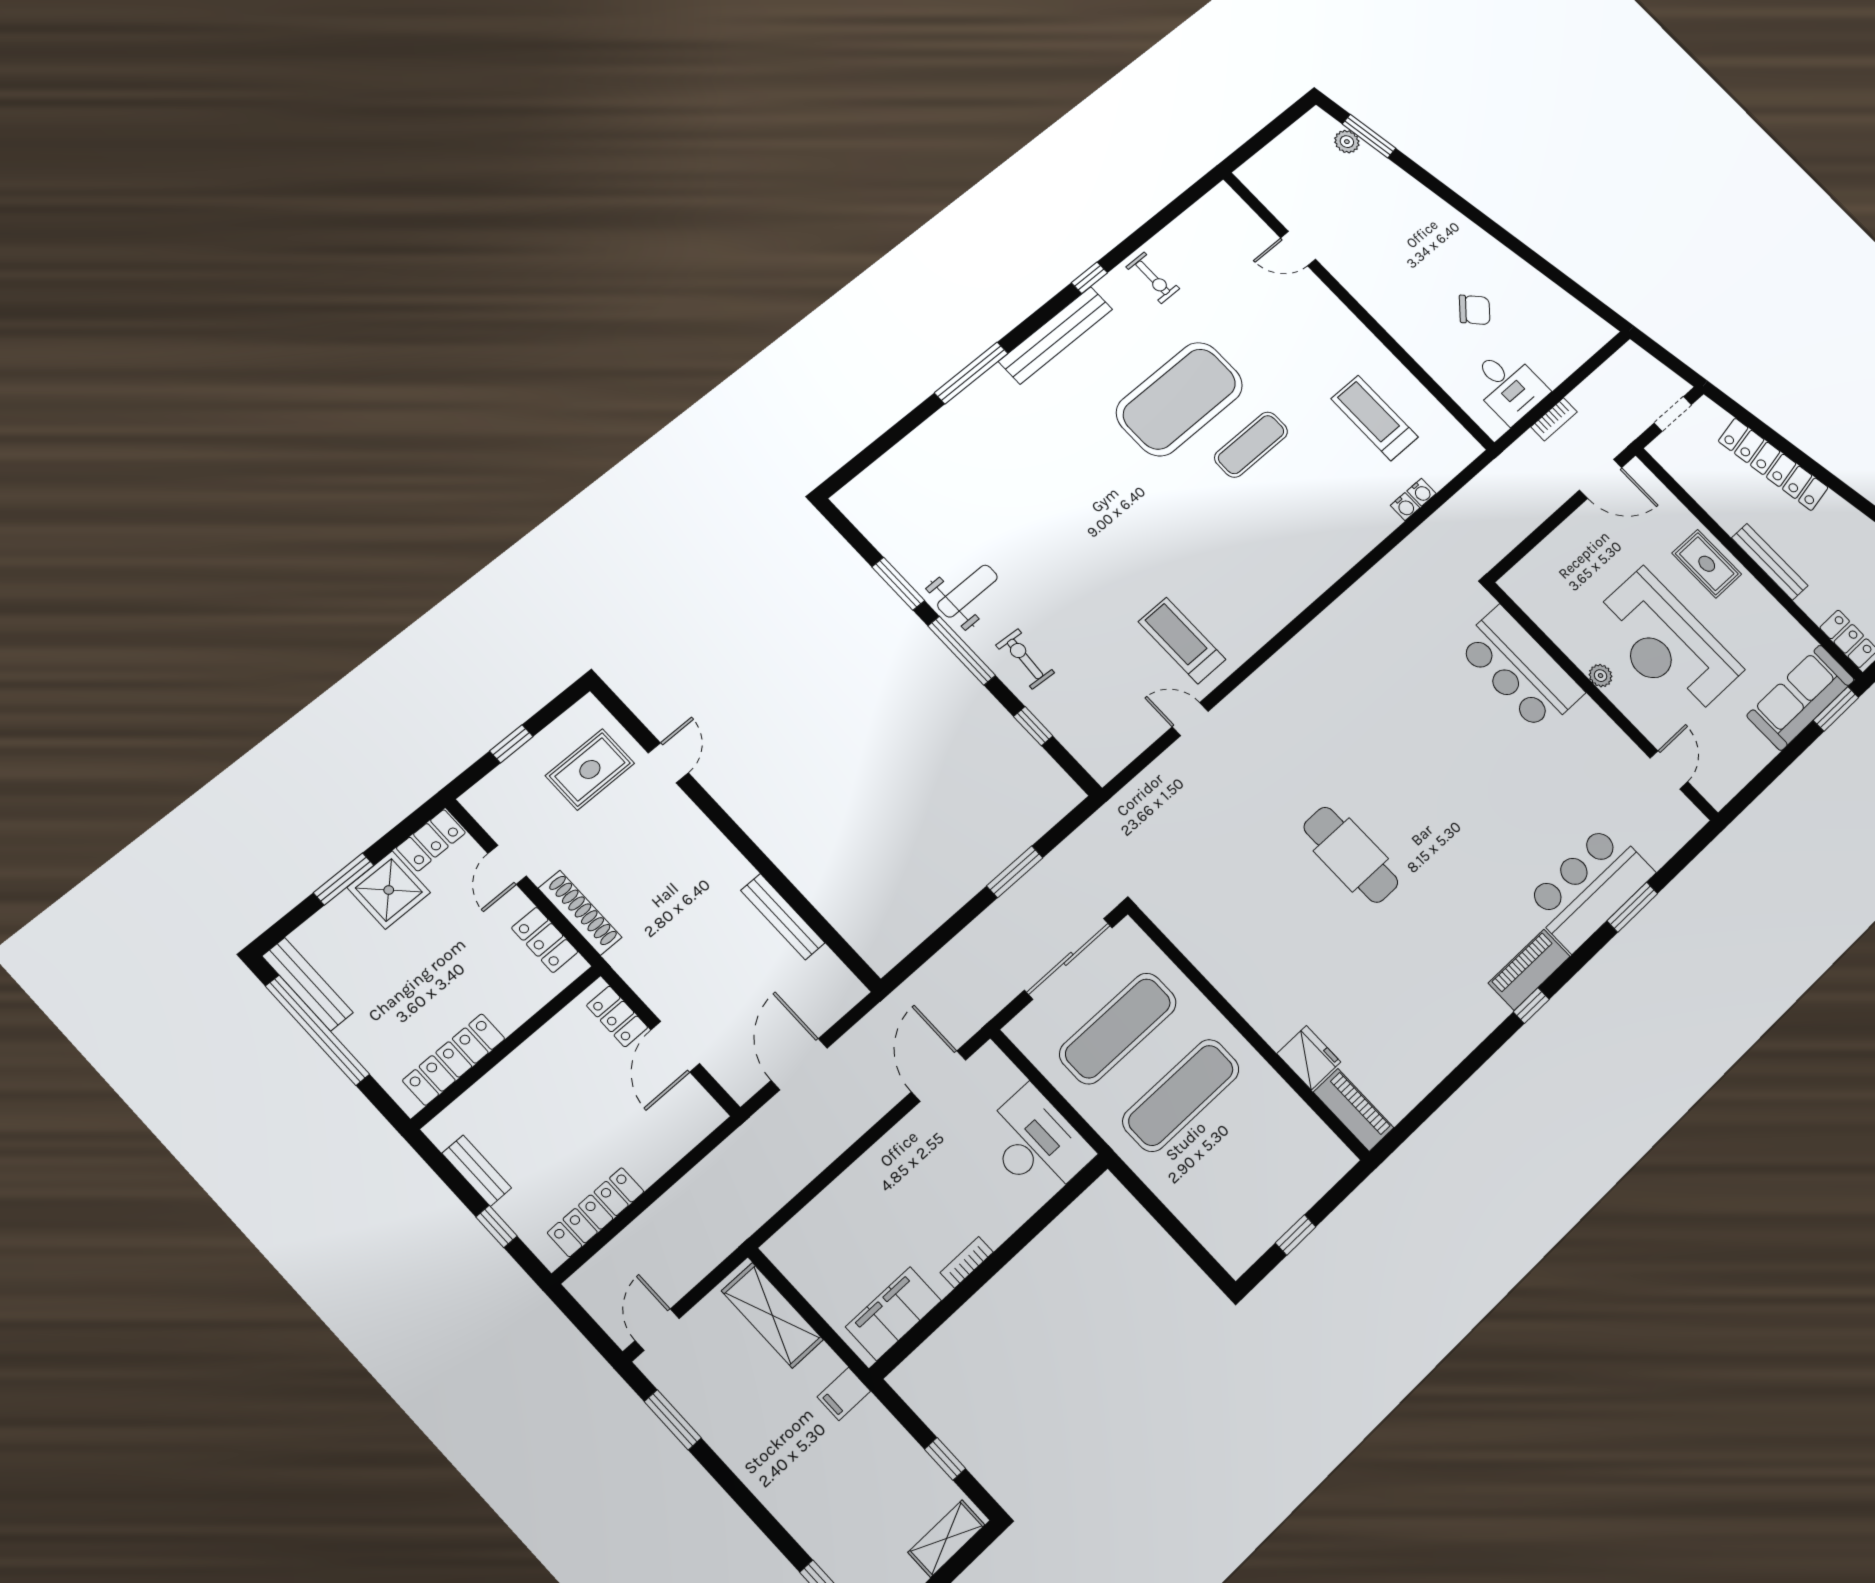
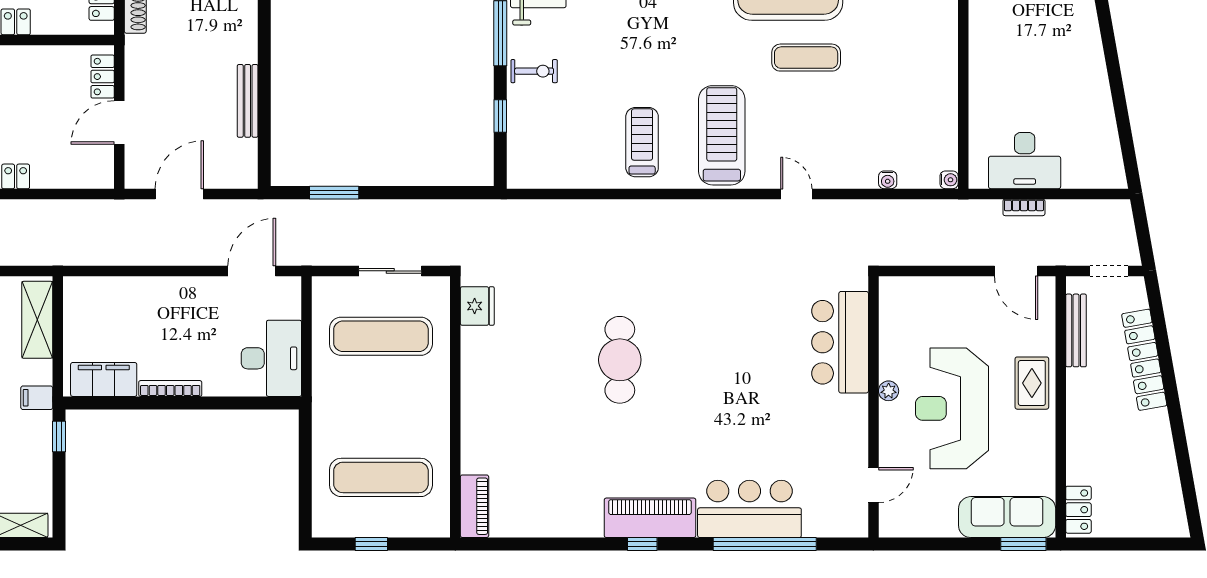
chair: (1475, 310) -> (1043, 93), removed
desk: (1508, 386) -> (1025, 161), width x1.37
treadmill: (1375, 418) -> (722, 135), moved, width x1.37, depth x1.38
water cooler: (1405, 507) -> (949, 180), moved, turned -90
bench: (1770, 562) -> (1076, 330), moved
exercise bike: (1025, 659) -> (534, 71), turned 86
door: (1190, 719) -> (796, 194), moved
window: (1015, 872) -> (334, 193), moved
window: (1632, 907) -> (765, 544), width x2.11
sliding door: (1068, 959) -> (390, 271), width x0.73
piano: (1529, 970) -> (650, 518), width x1.37, depth x1.33
fridge: (1309, 1058) -> (477, 306), moved
exercise mat: (1181, 1095) -> (381, 477), moved
bookcase: (967, 1262) -> (170, 389), width x1.56
window: (945, 1459) -> (59, 437), moved

